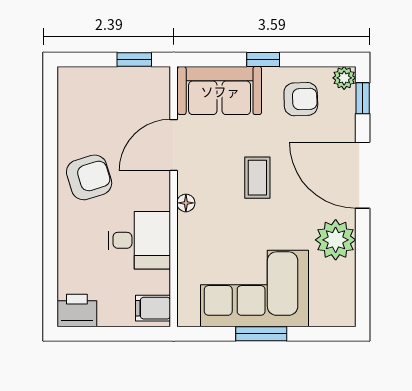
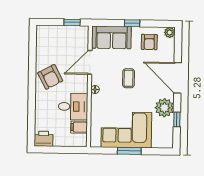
window: (363, 98) -> (177, 119), moved
armchair: (301, 99) -> (149, 42), turned 92
armchair: (89, 177) -> (50, 77), turned 79
filing cabinet: (153, 308) -> (79, 127), moved

